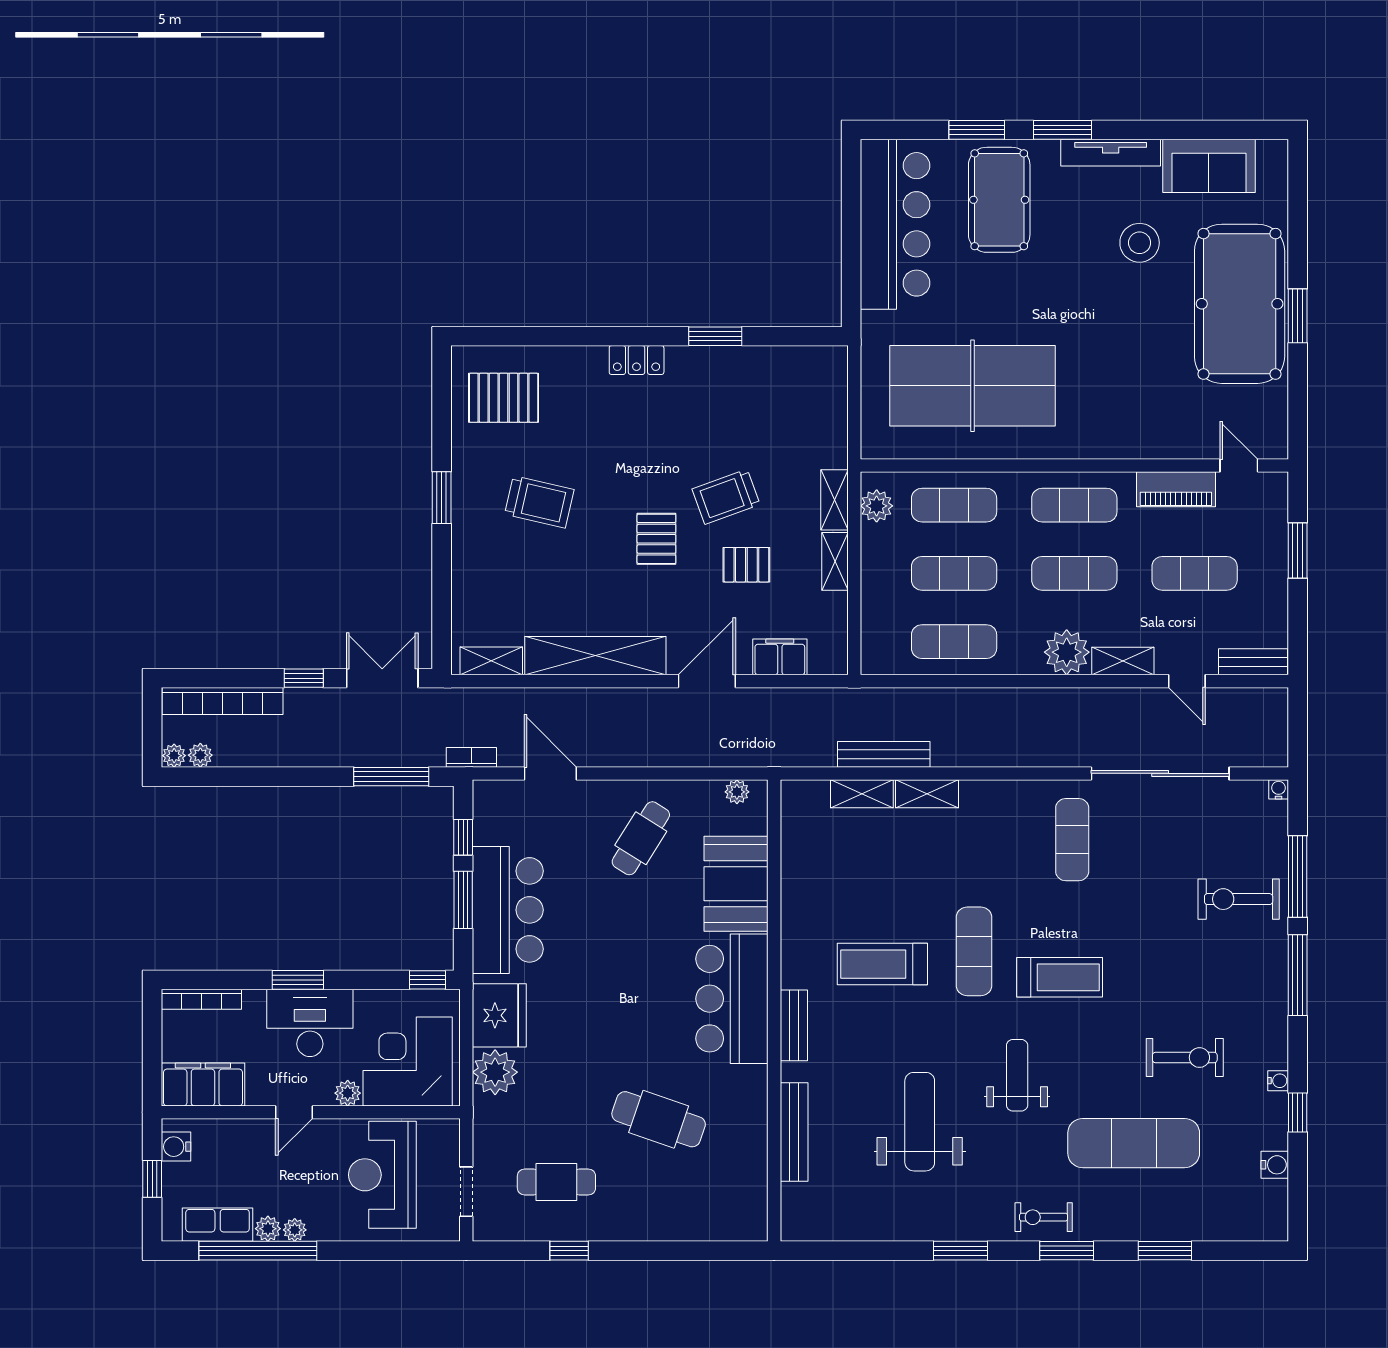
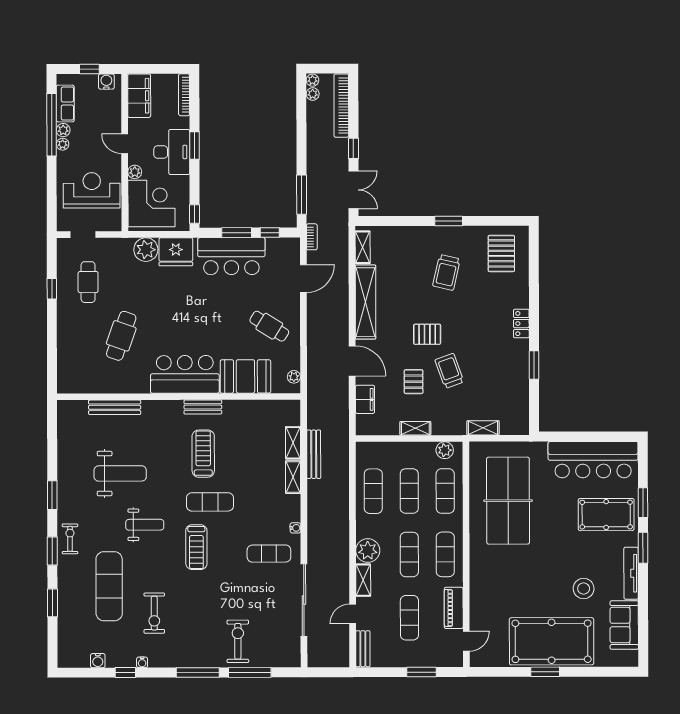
shelving: (834, 500) -> (483, 428), moved
water cooler: (1279, 789) -> (295, 528), moved
bench: (794, 1025) -> (203, 407), moved

